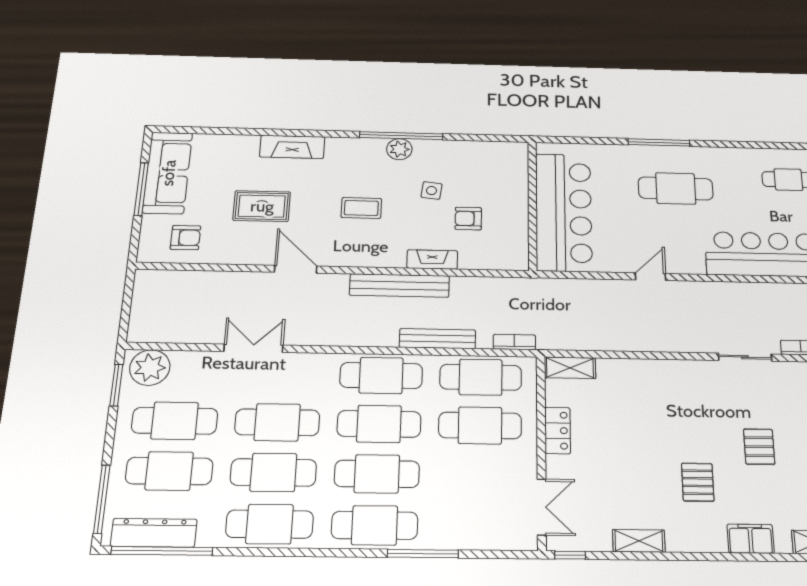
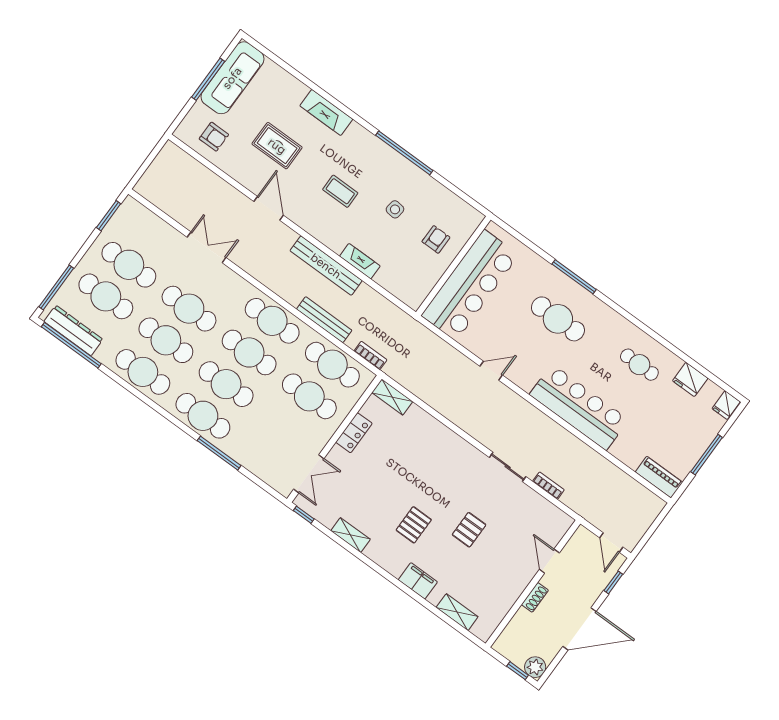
plant: (399, 149) -> (396, 163), removed
armchair: (468, 219) -> (436, 239), moved, turned 90
plant: (150, 368) -> (136, 217), removed

